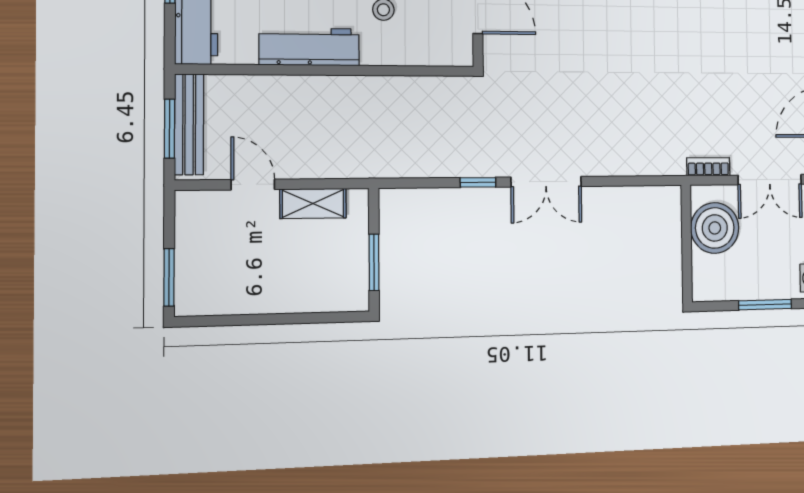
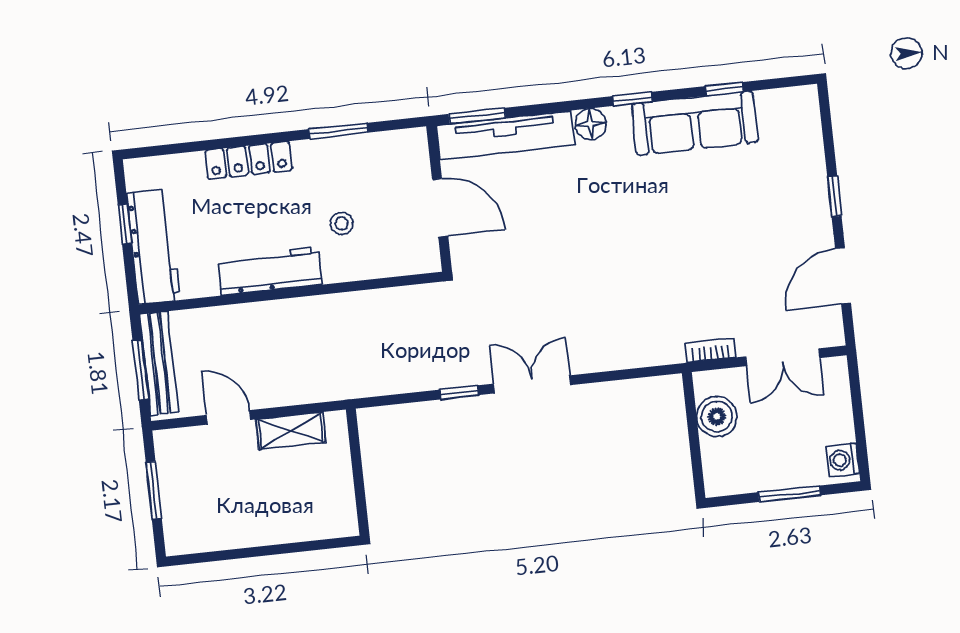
double door: (546, 182) -> (532, 384), swing flipped
boiler: (715, 228) -> (717, 417), width x0.73, depth x0.73
window: (374, 262) -> (359, 485), removed
window: (169, 277) -> (154, 490), moved

